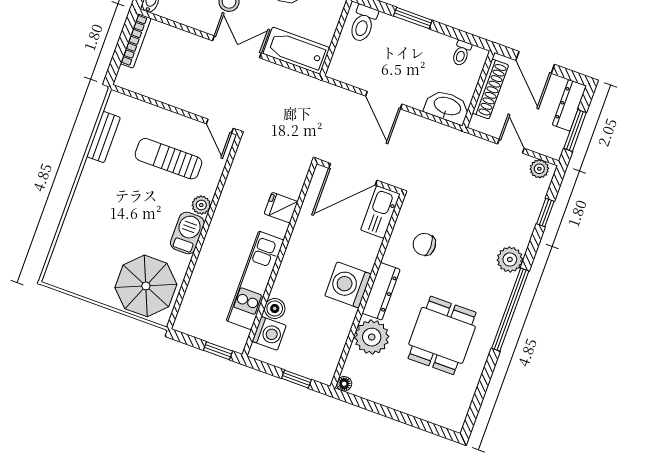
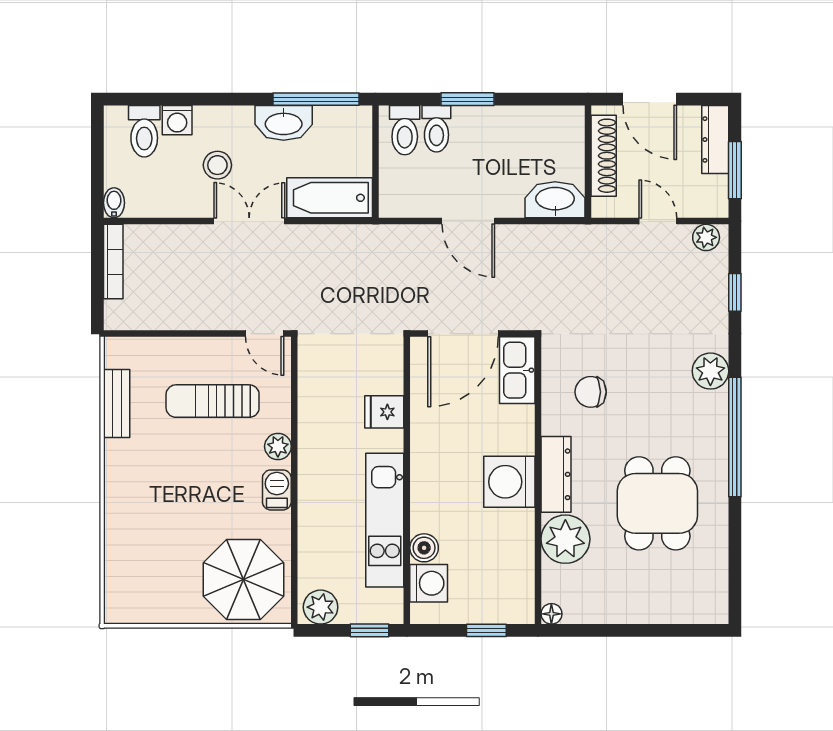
toilet: (461, 53) -> (436, 129), moved, width x1.37, depth x1.39
barbecue: (187, 233) -> (277, 490), width x0.73, depth x0.79
plant: (191, 323) -> (321, 607), added

